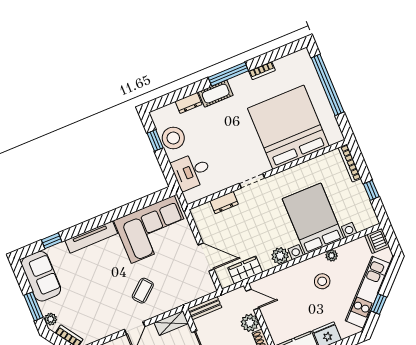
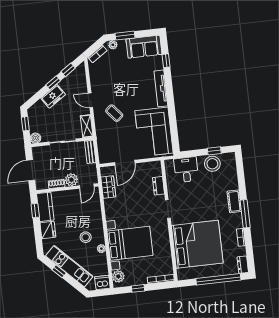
dresser: (189, 103) -> (243, 265), moved
plant: (280, 256) -> (118, 276), moved

